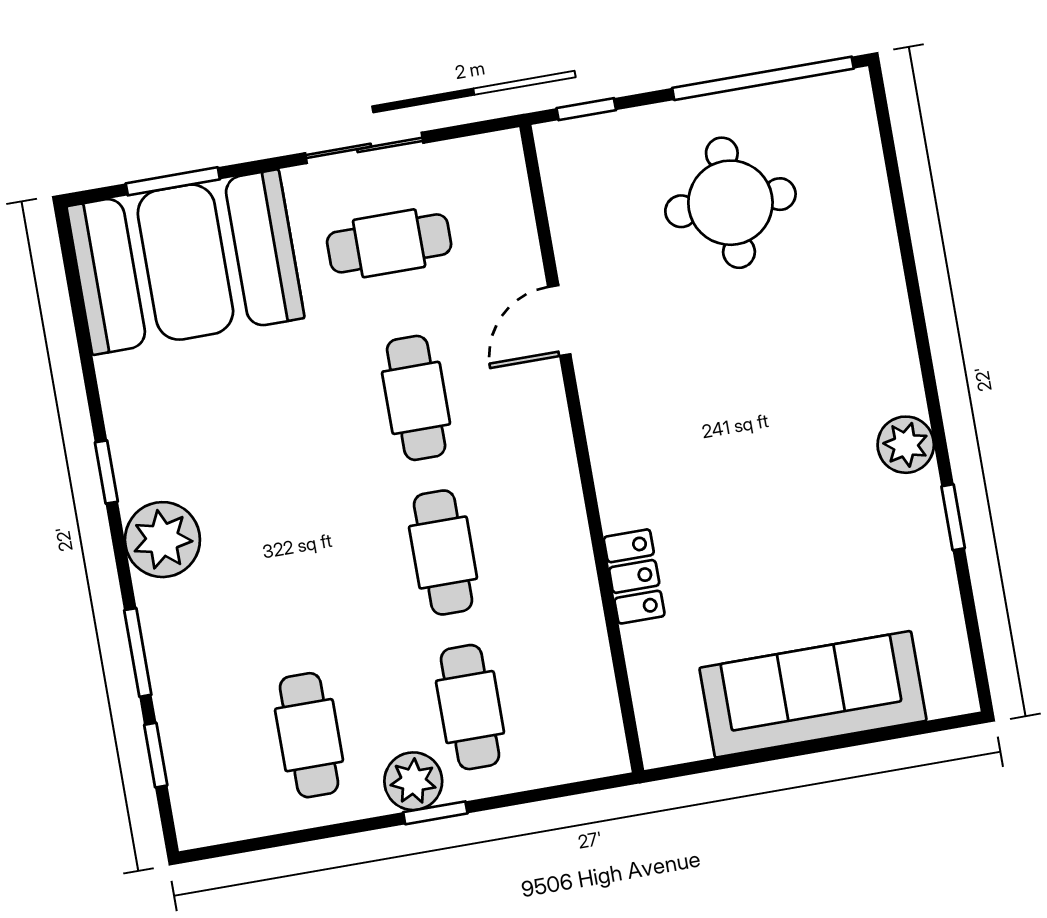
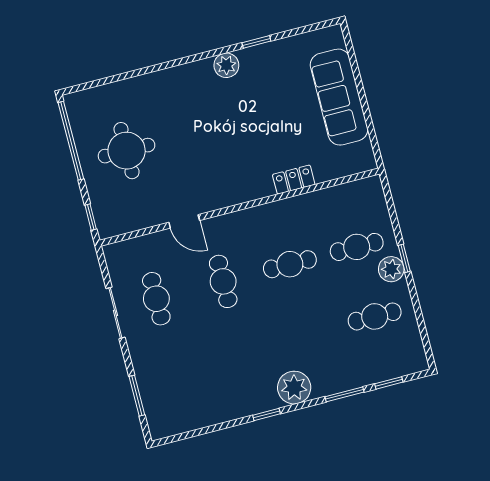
booth: (185, 262) -> (172, 387), removed
cafe table: (416, 398) -> (223, 281), turned 90

